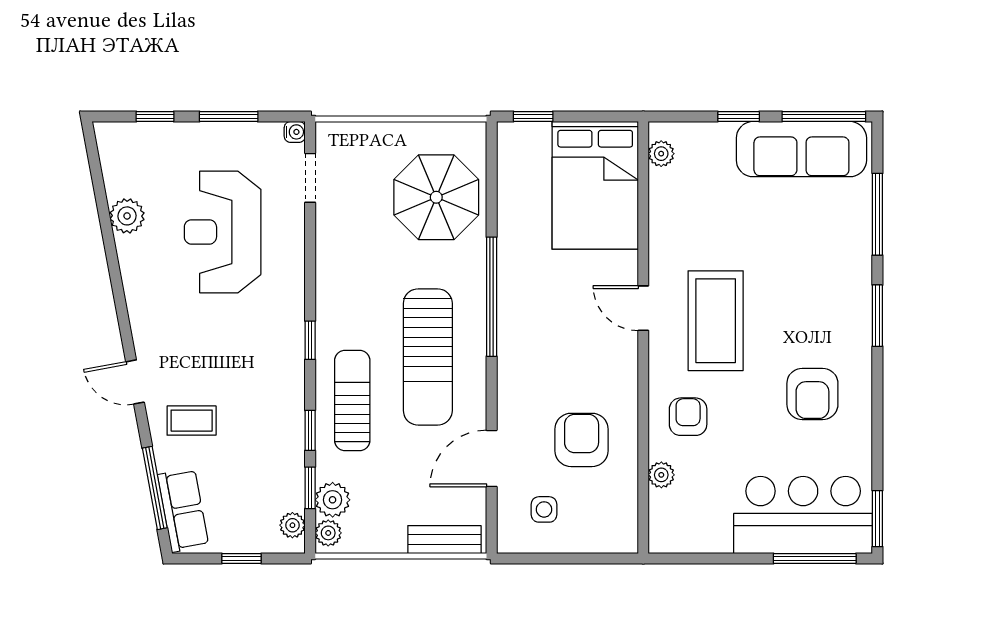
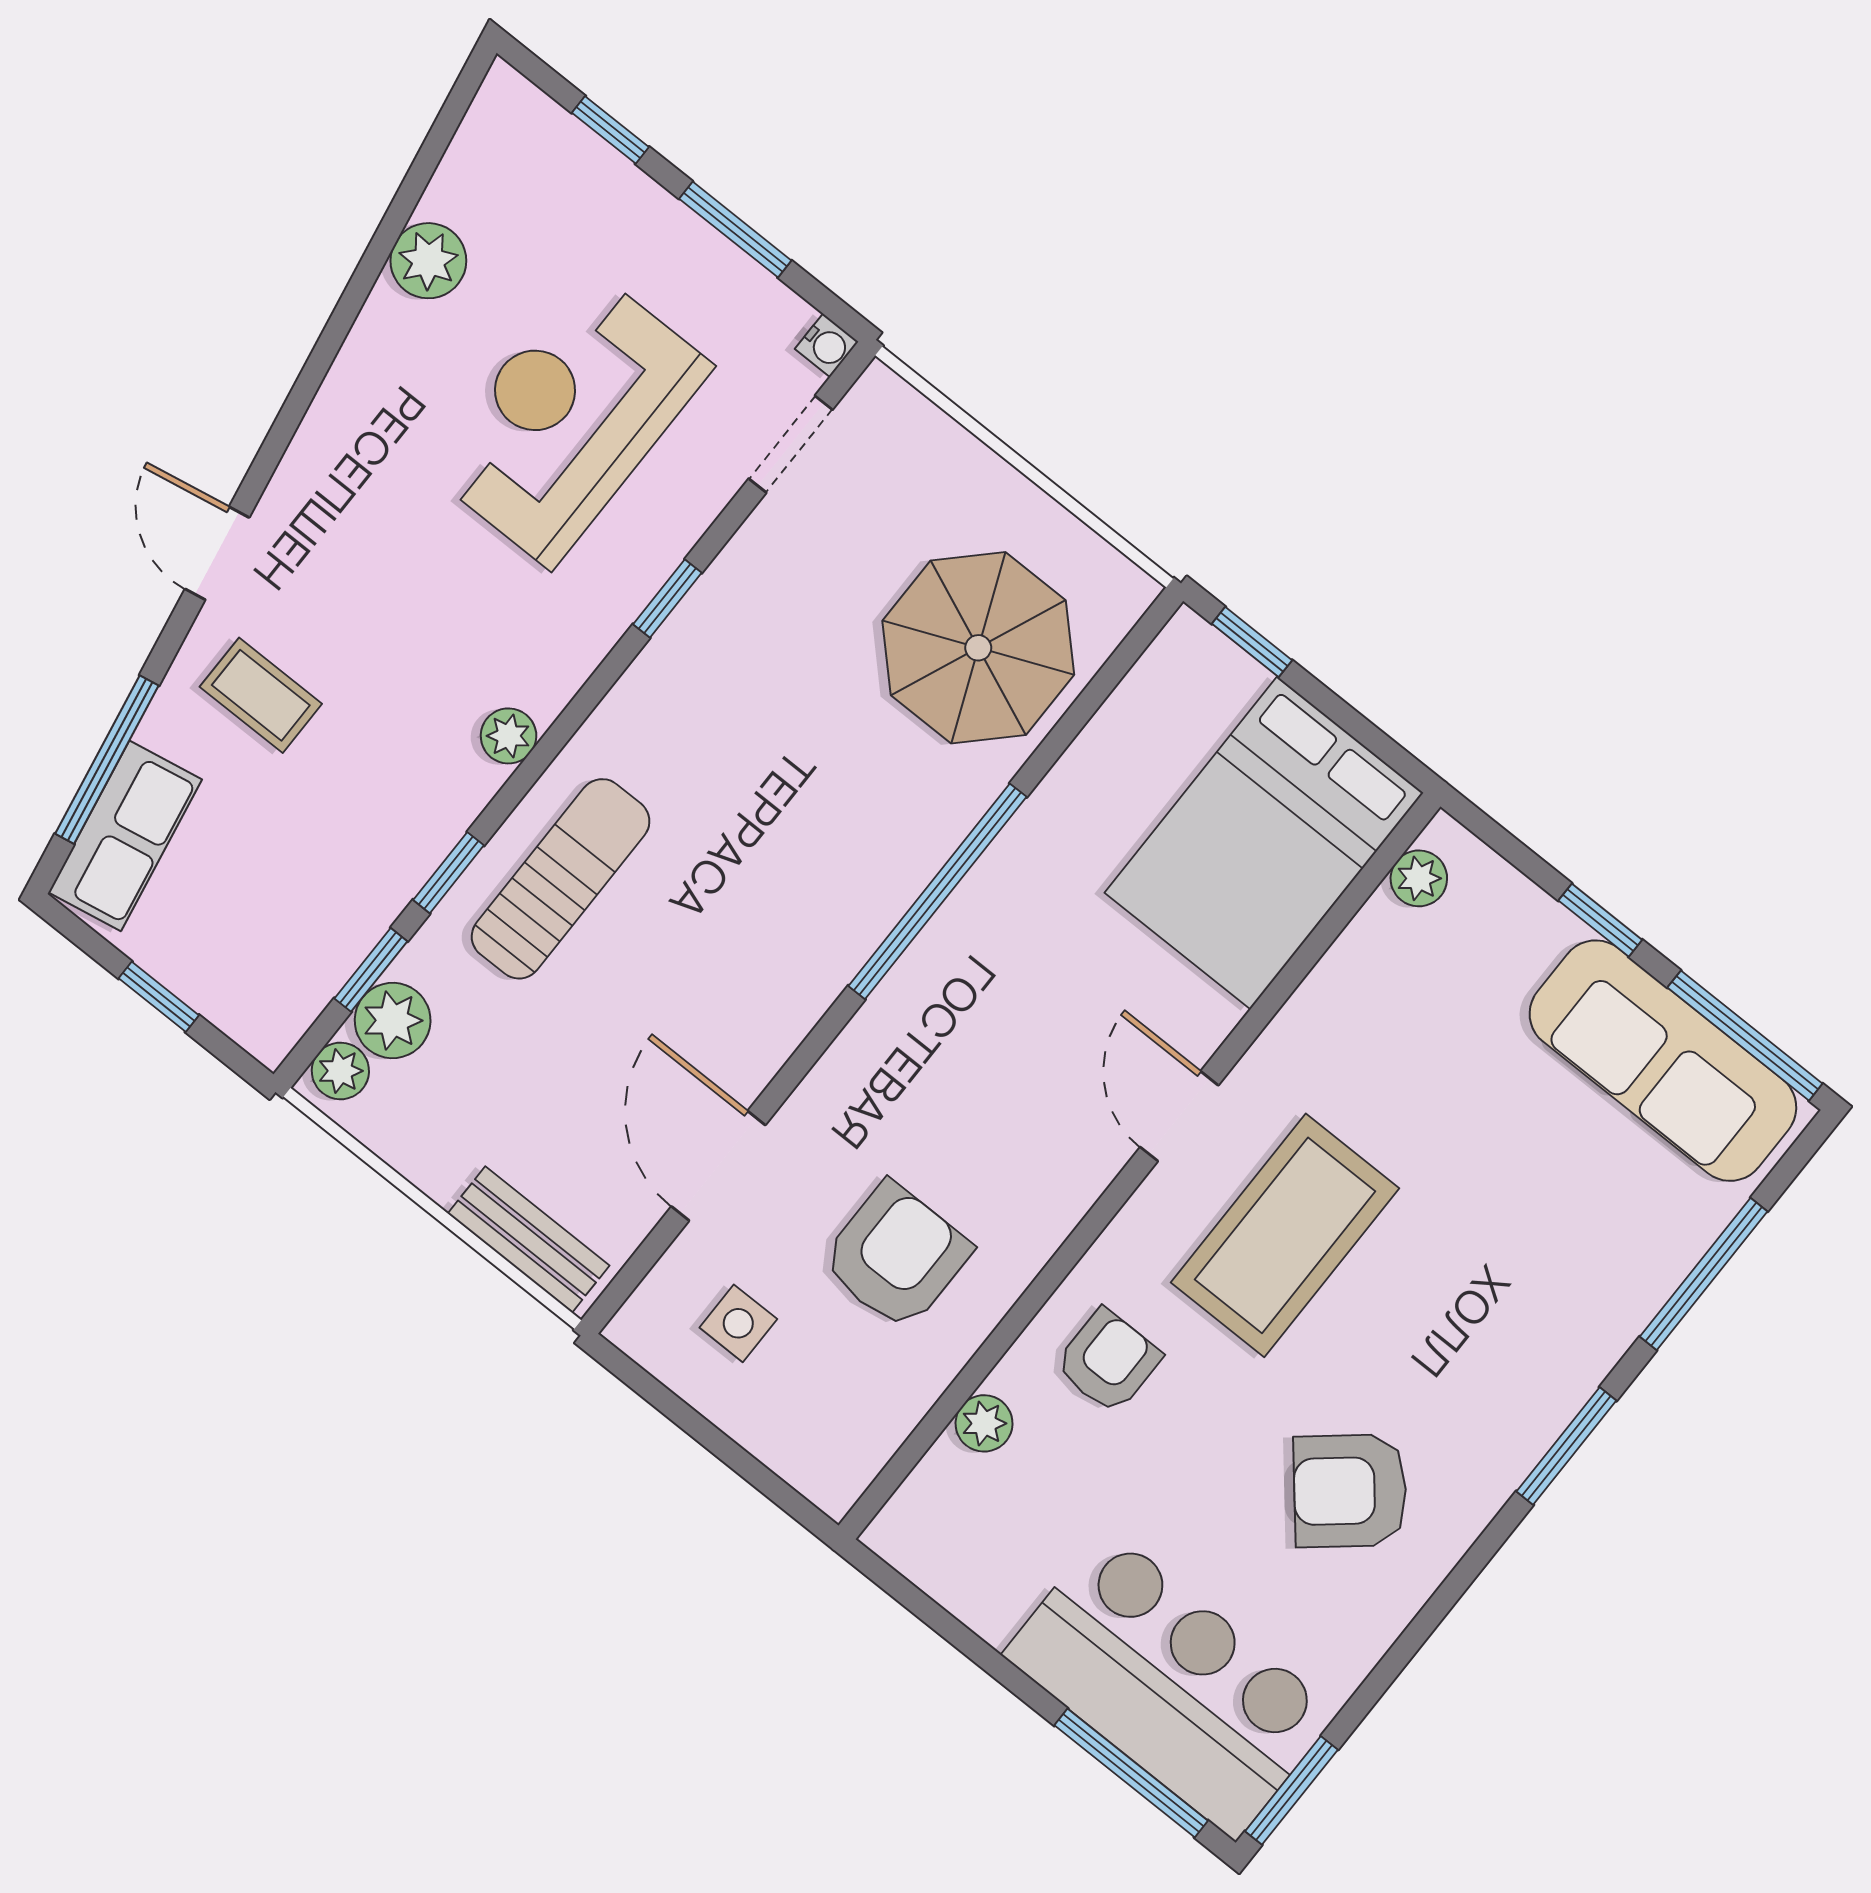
window: (310, 340) -> (667, 599), moved
sun lounger: (428, 357) -> (748, 907), removed
armchair: (812, 394) -> (1350, 1491), turned 50
door: (492, 458) -> (718, 1166), hinge flipped
plant: (292, 525) -> (509, 736), moved

